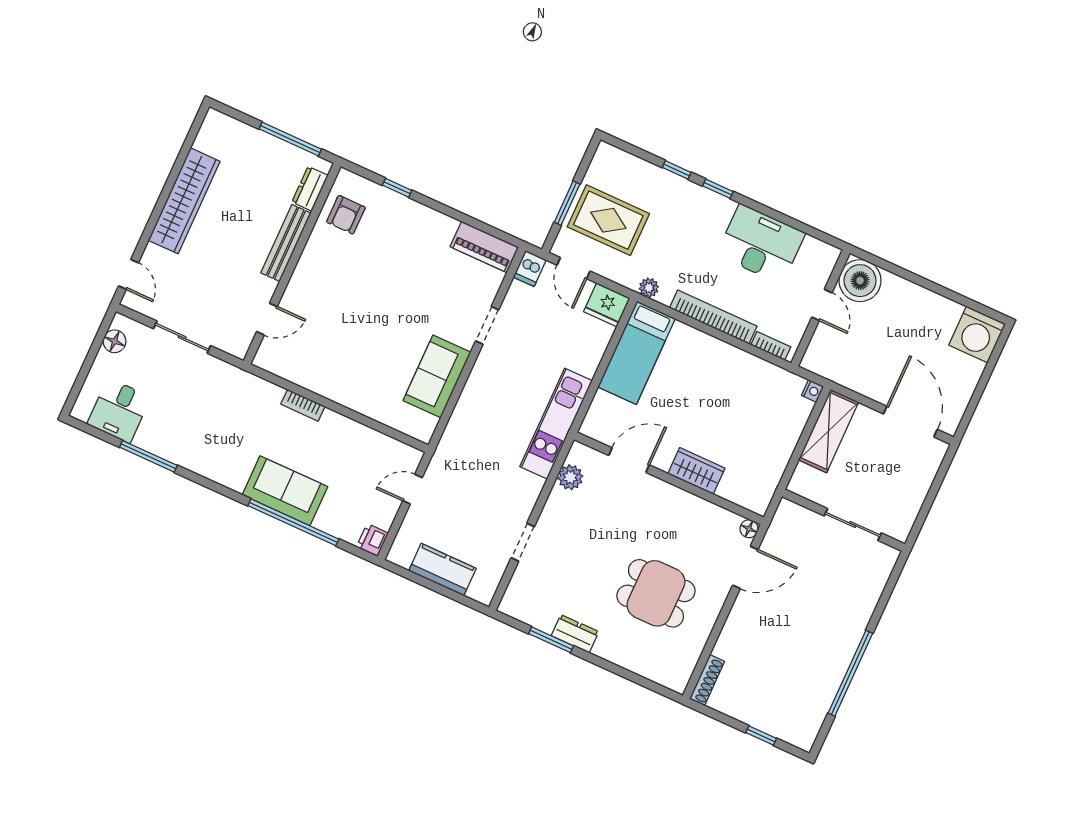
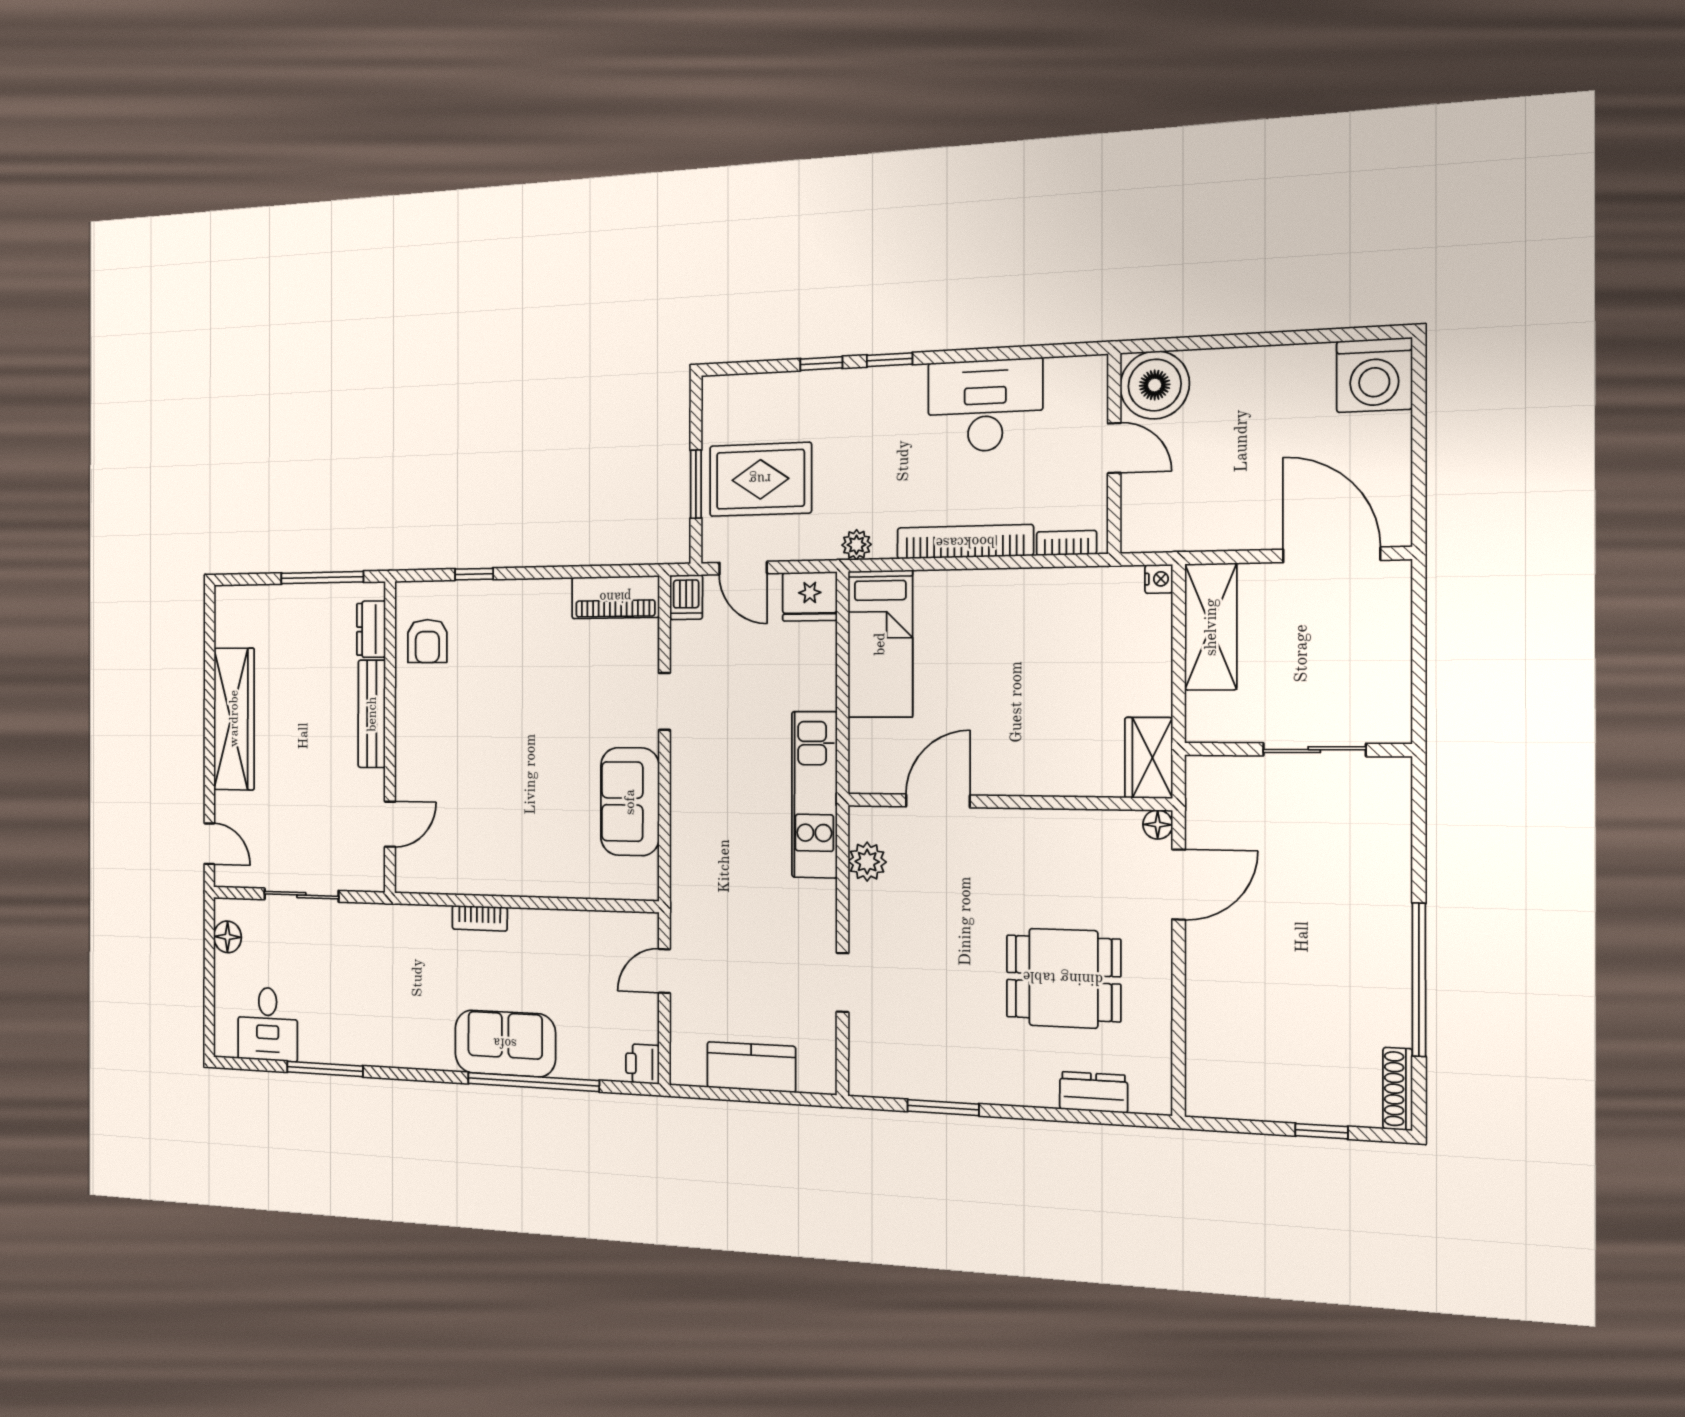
wardrobe: (696, 471) -> (1149, 758), moved, turned -90
dresser: (575, 634) -> (1094, 1092), moved
shoe rack: (707, 680) -> (1398, 1089), moved, turned 180

